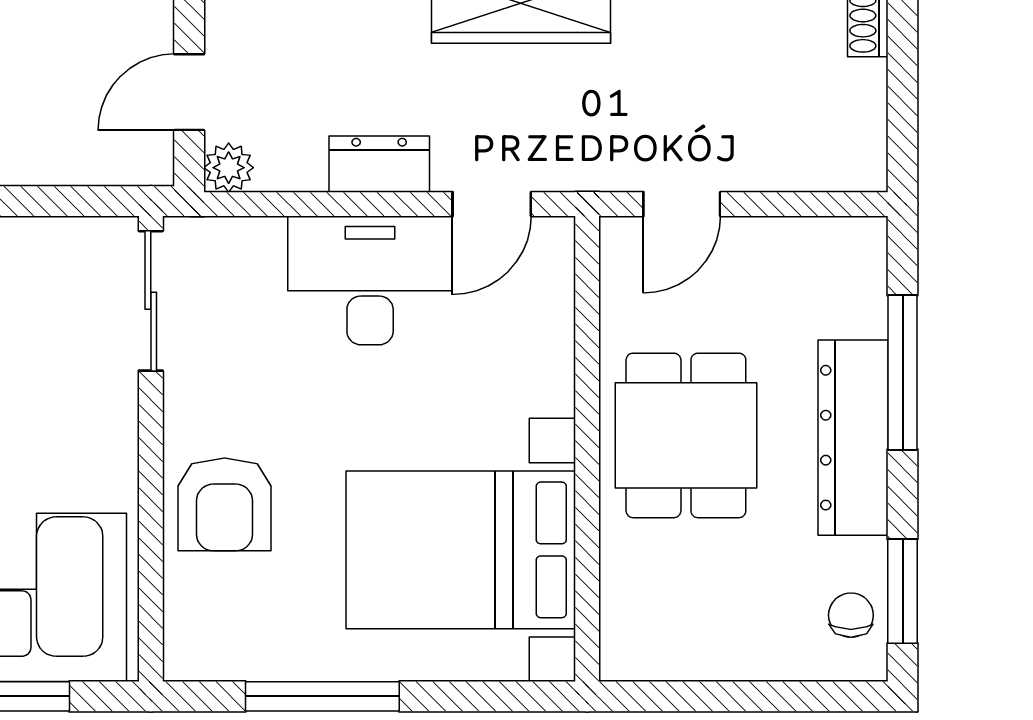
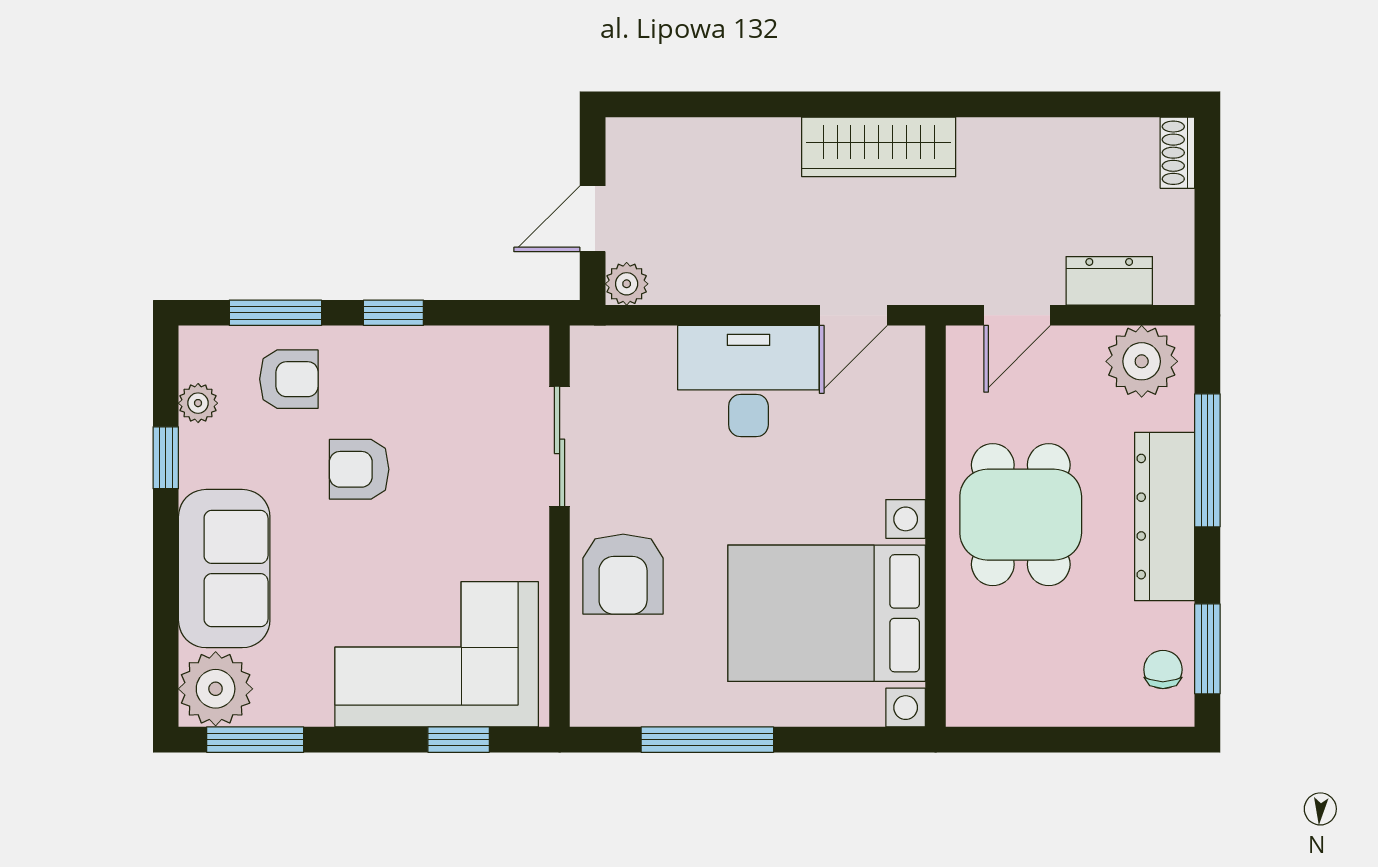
dresser: (379, 164) -> (1109, 281), moved
plant: (826, 258) -> (1142, 361), added
sliding door: (151, 301) -> (560, 446), moved

